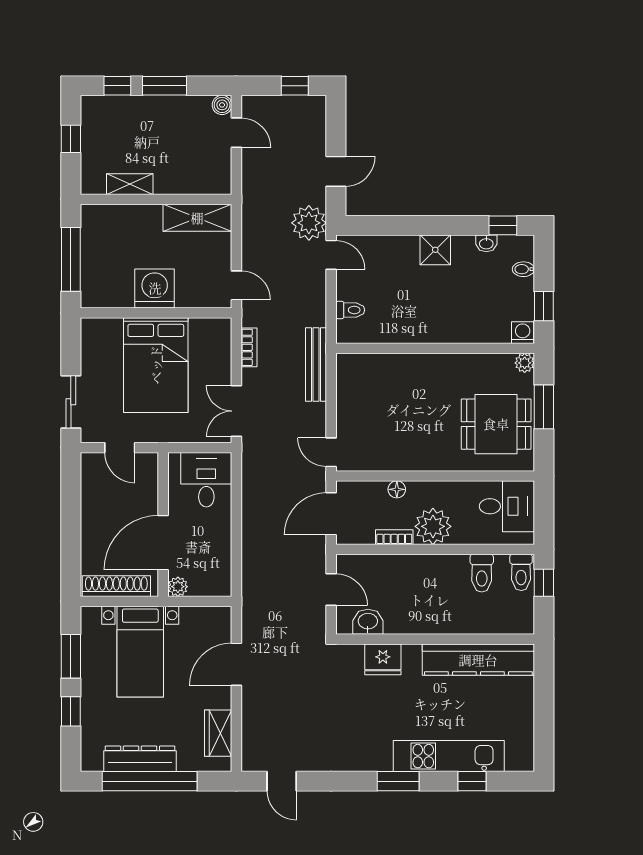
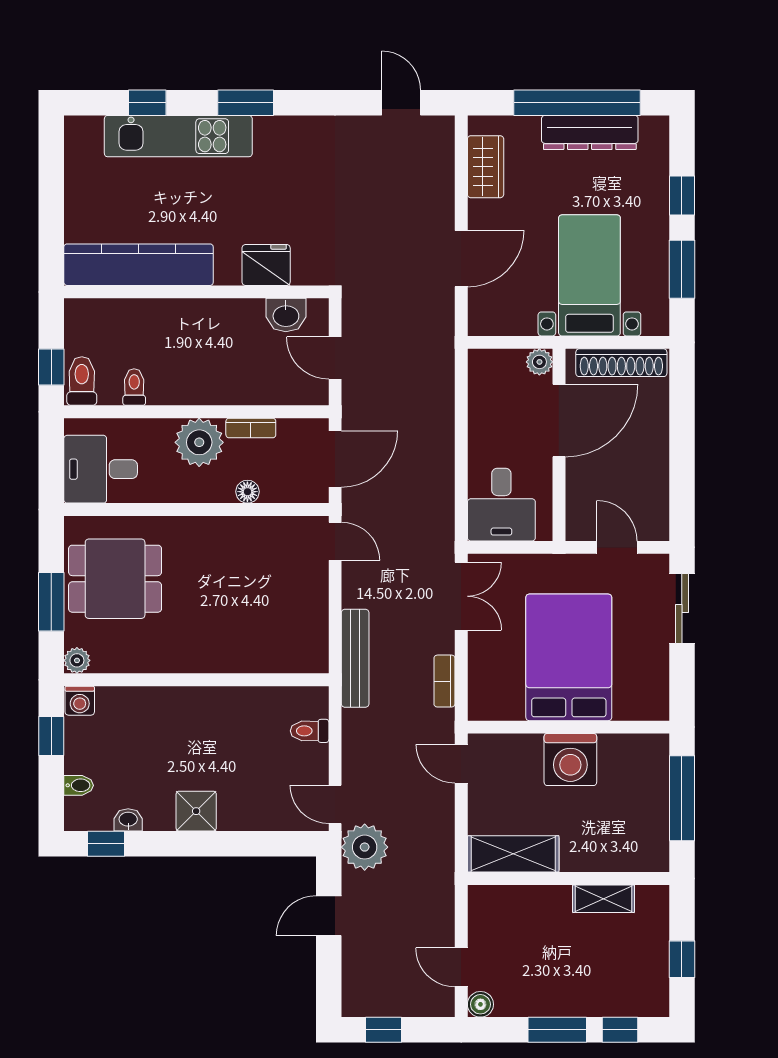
toilet: (482, 573) -> (134, 387), width x0.73, depth x0.72

